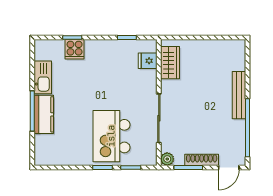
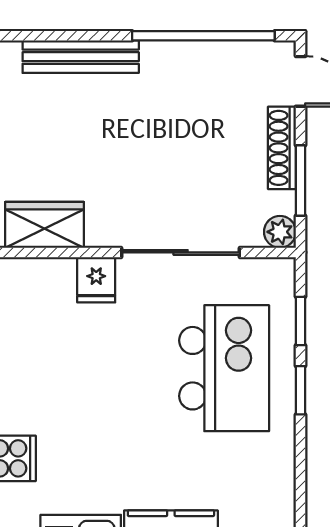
fridge: (148, 61) -> (96, 280), moved
bench: (239, 95) -> (81, 57), moved
kitchen island: (111, 136) -> (224, 368), turned -90

